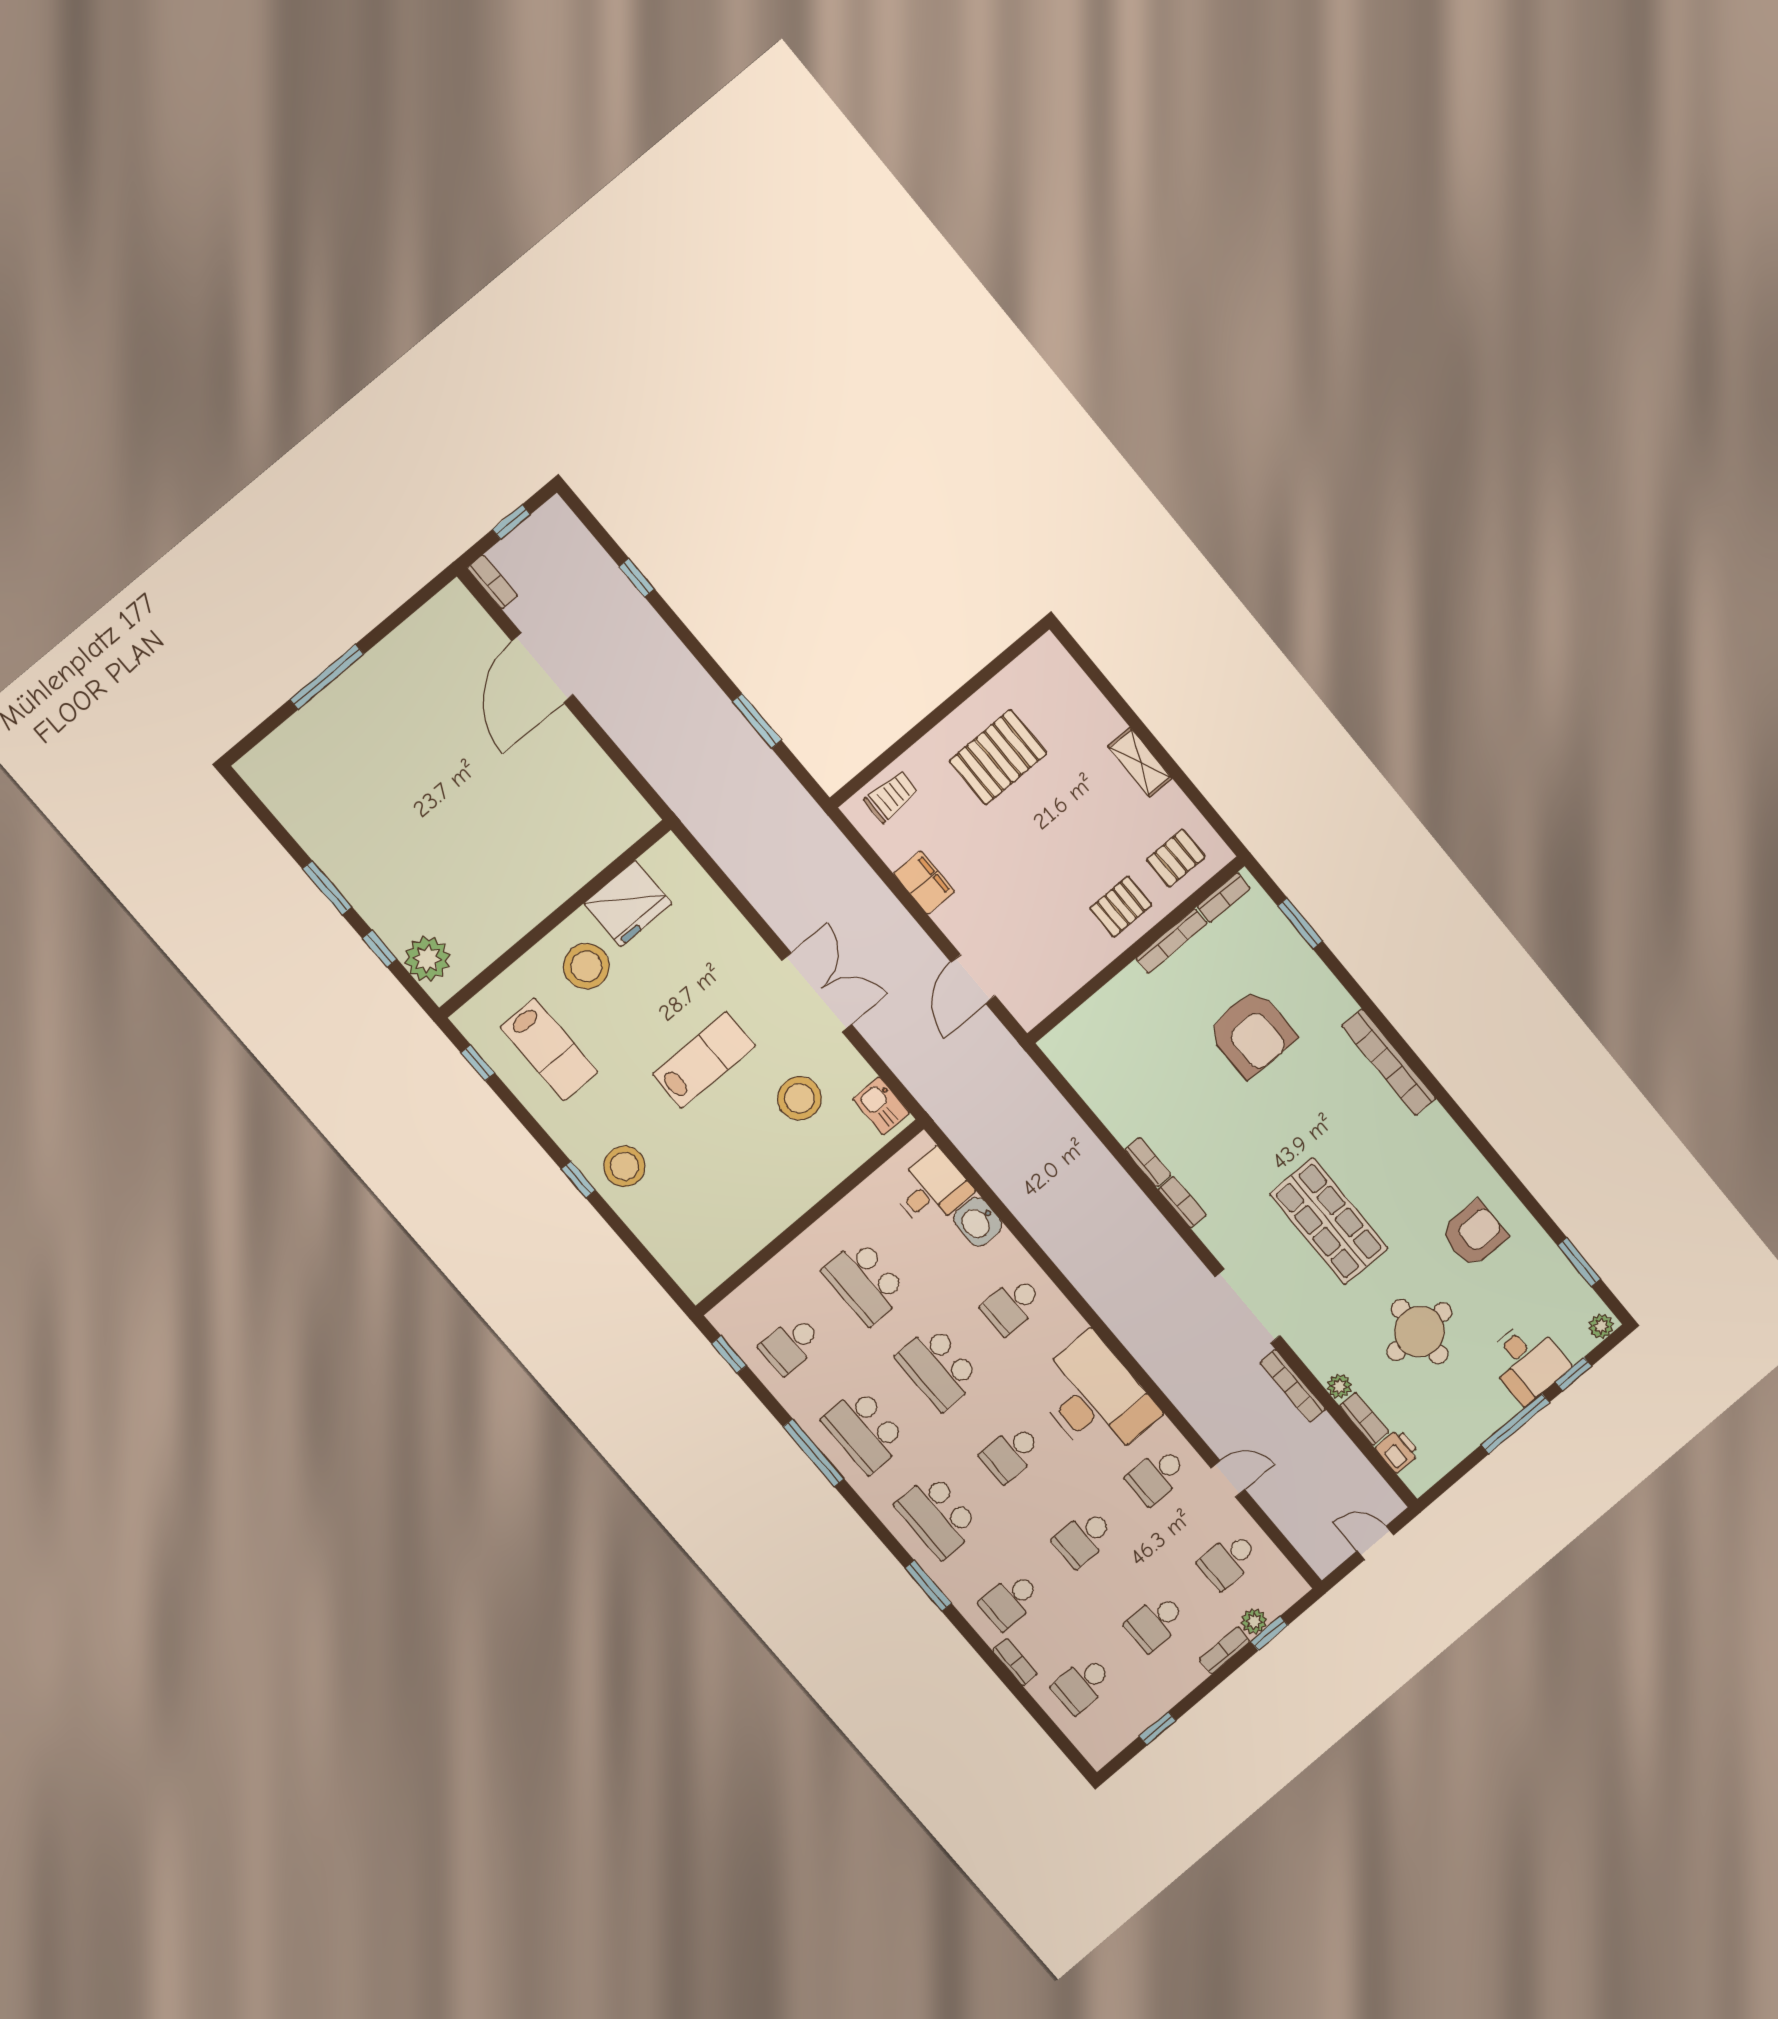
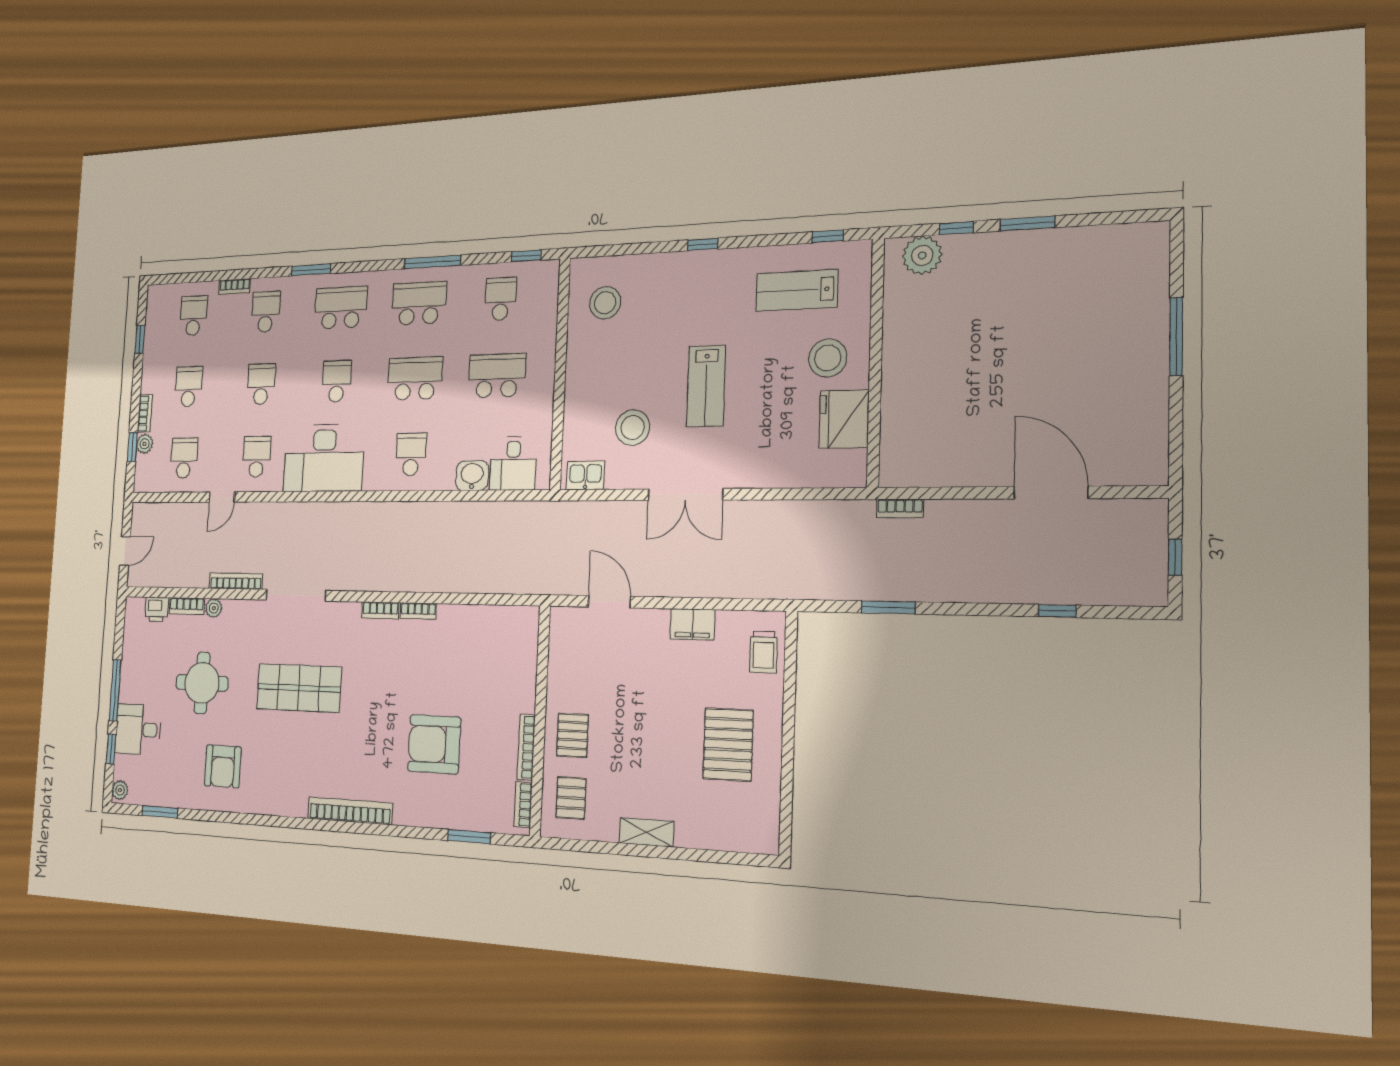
bookcase: (492, 582) -> (900, 508), moved
stool: (624, 1166) -> (605, 303), moved

